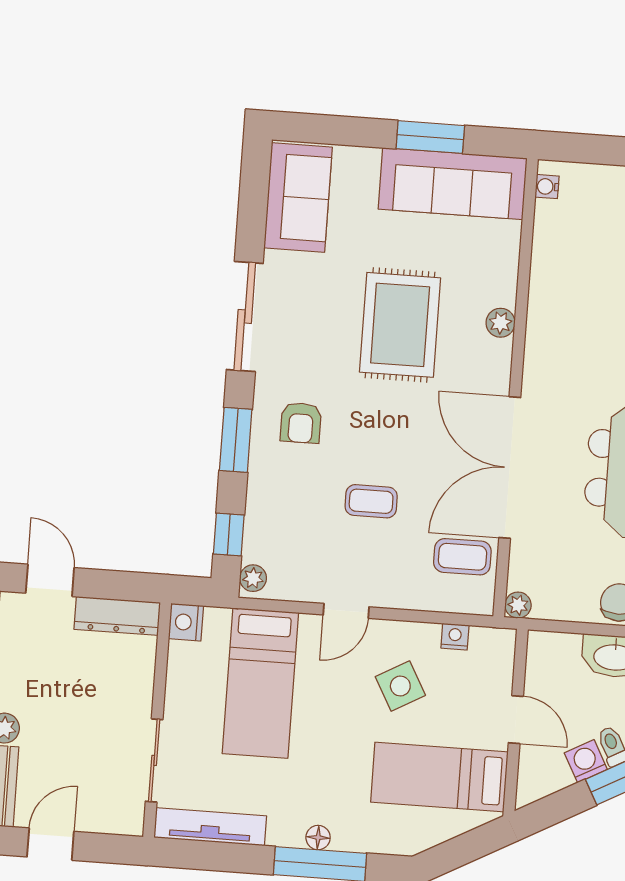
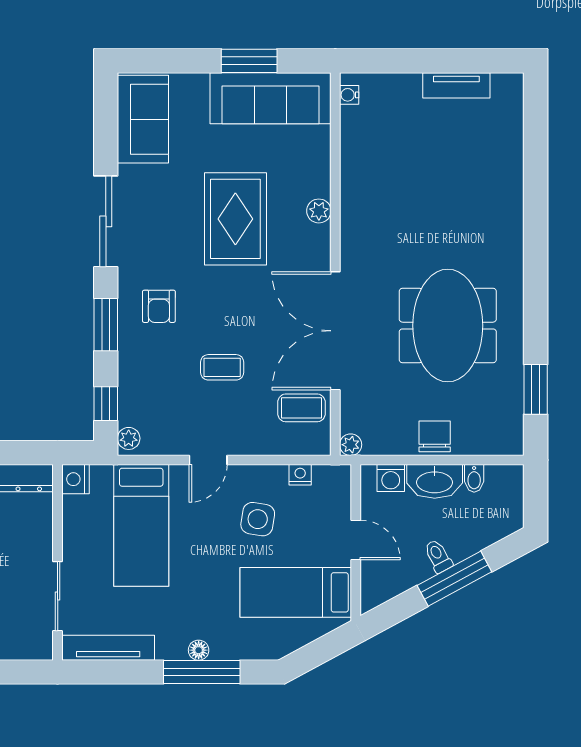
side table: (400, 686) -> (258, 519), turned 38
washing machine: (586, 761) -> (391, 478), moved, turned -152

